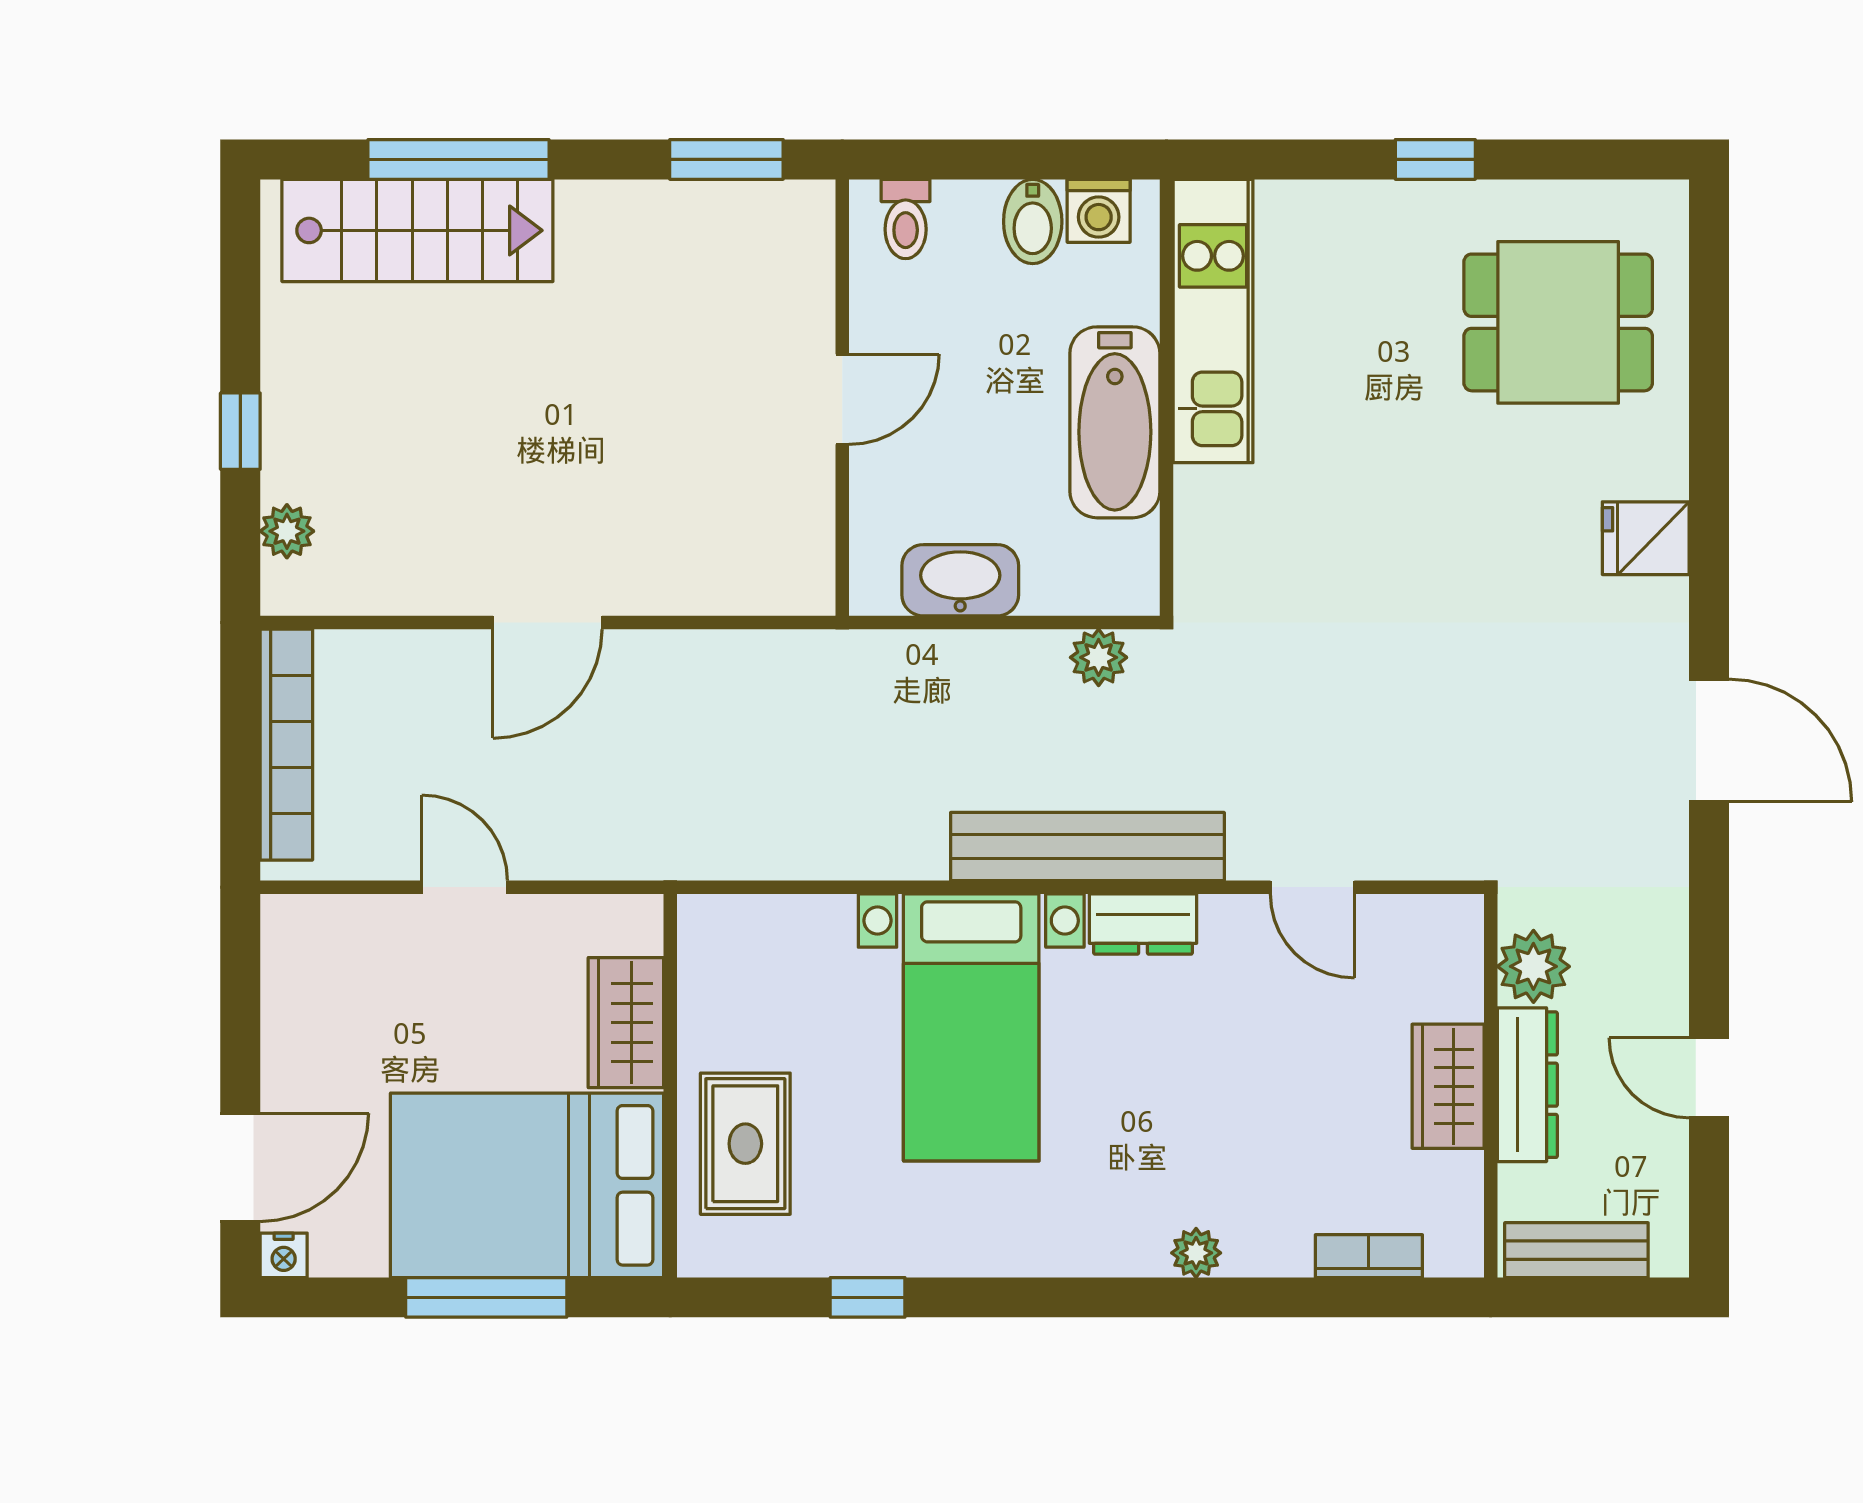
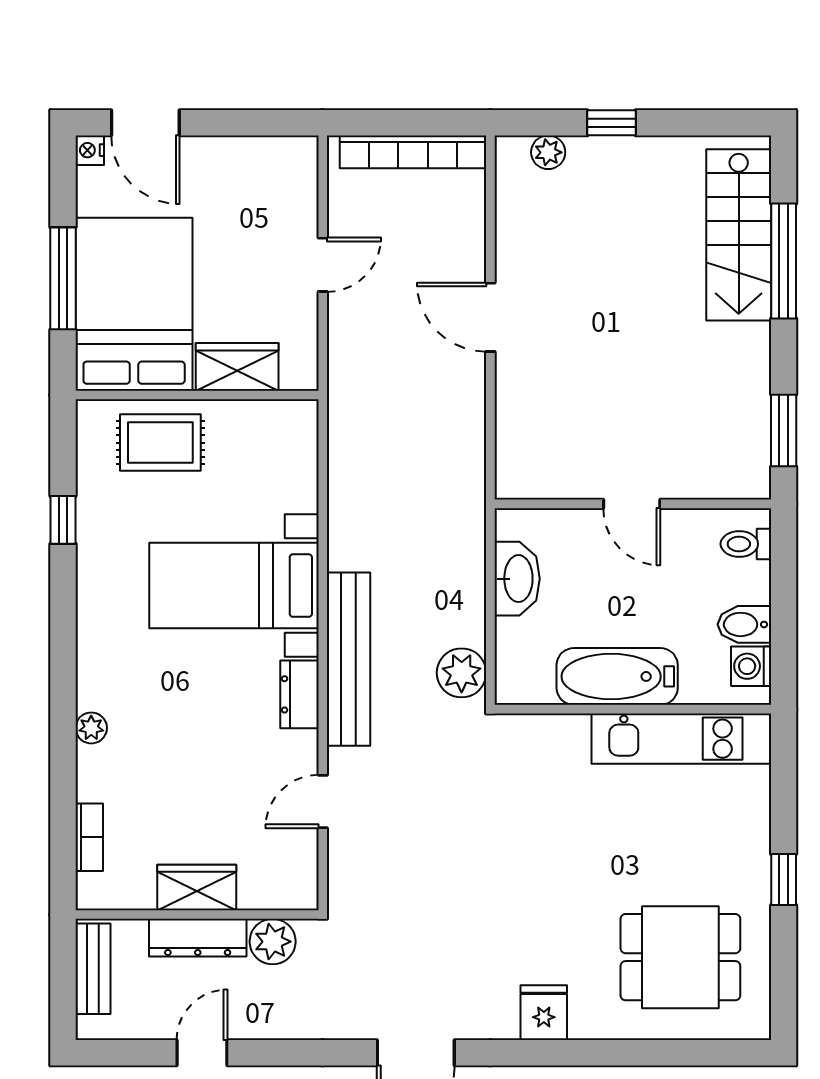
dining table: (1558, 322) -> (680, 957), turned 90
plant: (1099, 657) -> (462, 673), width x1.38, depth x1.38

